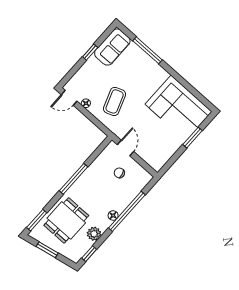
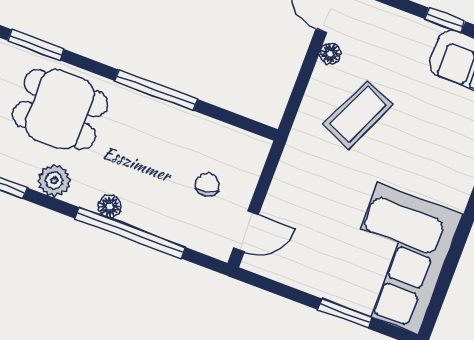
coffee table: (115, 101) -> (358, 114), turned -46
door: (126, 148) -> (246, 231), moved

